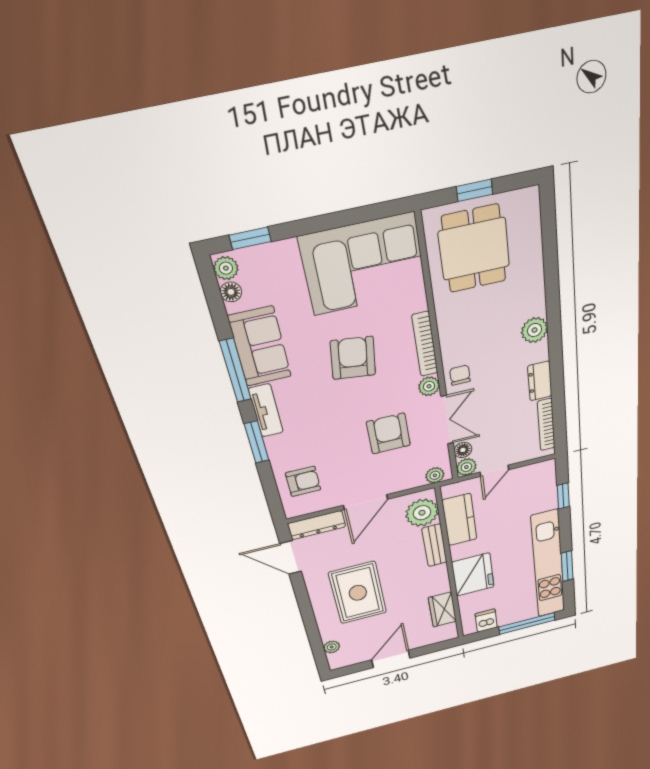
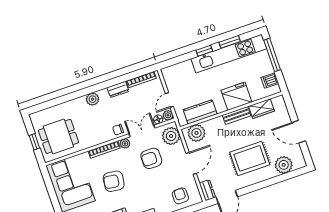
door: (494, 471) -> (169, 100), swing flipped
plant: (435, 475) -> (171, 136), width x1.88, depth x1.88
window: (563, 496) -> (204, 51), moved
door: (366, 502) -> (191, 163), hinge flipped
dresser: (317, 525) -> (207, 190), width x0.70
bench: (434, 545) -> (237, 115), moved
plant: (332, 647) -> (284, 165), width x1.88, depth x1.88

